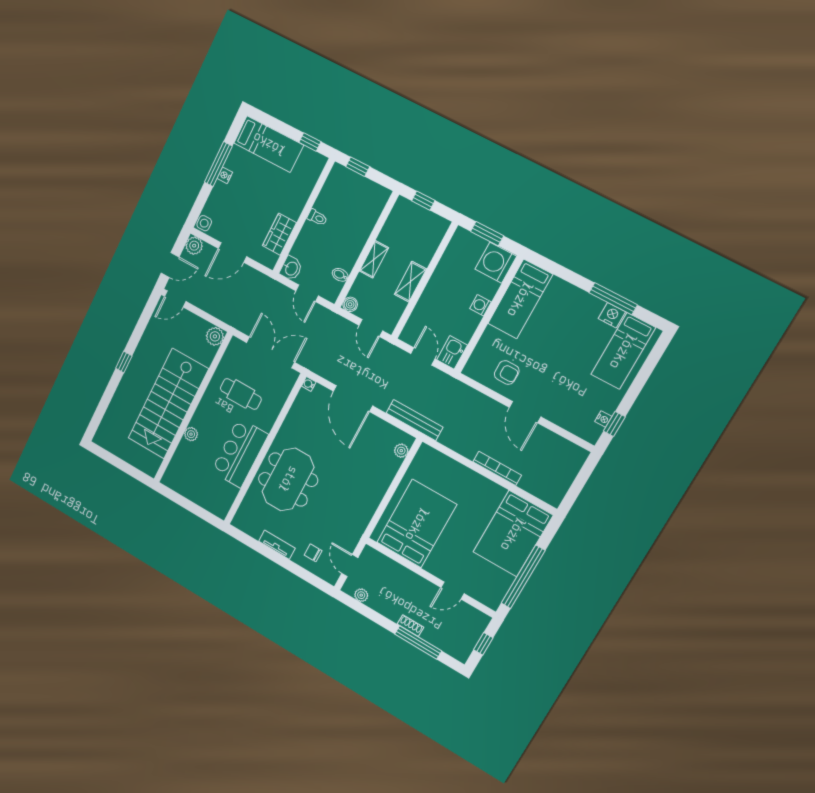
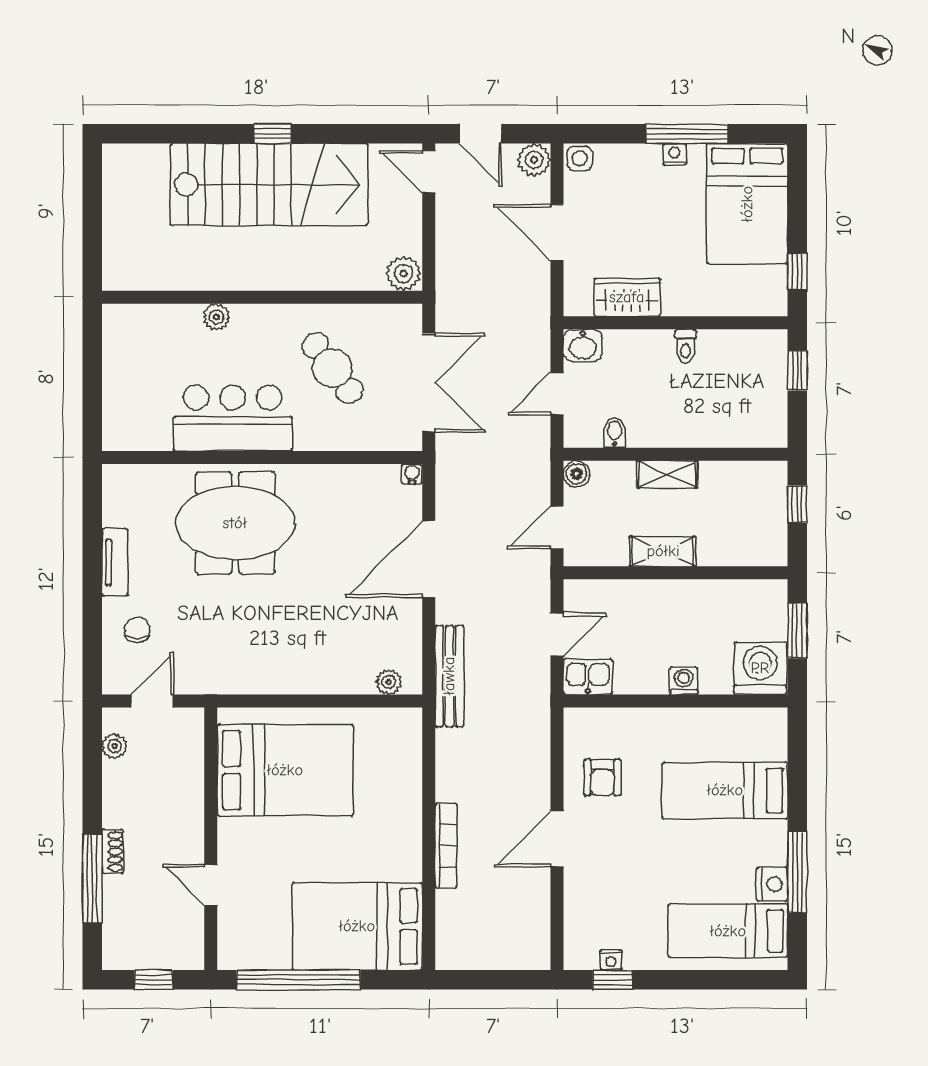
bed: (269, 144) -> (747, 204), width x1.50
bed: (520, 299) -> (725, 790), moved
cafe table: (241, 394) -> (332, 368), turned -37
stairs: (168, 404) -> (269, 184), moved, turned 180

